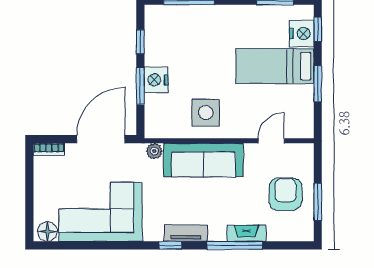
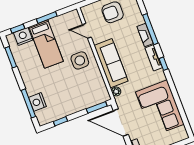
nightstand: (156, 80) -> (37, 102), moved, turned 90
window: (140, 86) -> (97, 107), moved
side table: (206, 113) -> (80, 60), moved
floor lamp: (47, 232) -> (181, 132), removed
fireplace: (247, 233) -> (145, 35), moved

